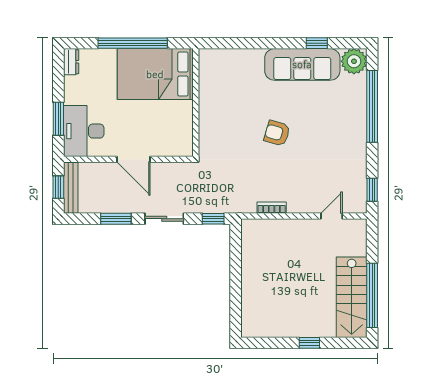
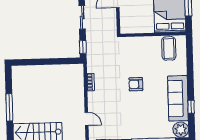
coffee table: (220, 77) -> (169, 48), added
armchair: (277, 133) -> (136, 84), turned -106
window: (309, 343) -> (9, 107), width x2.17

